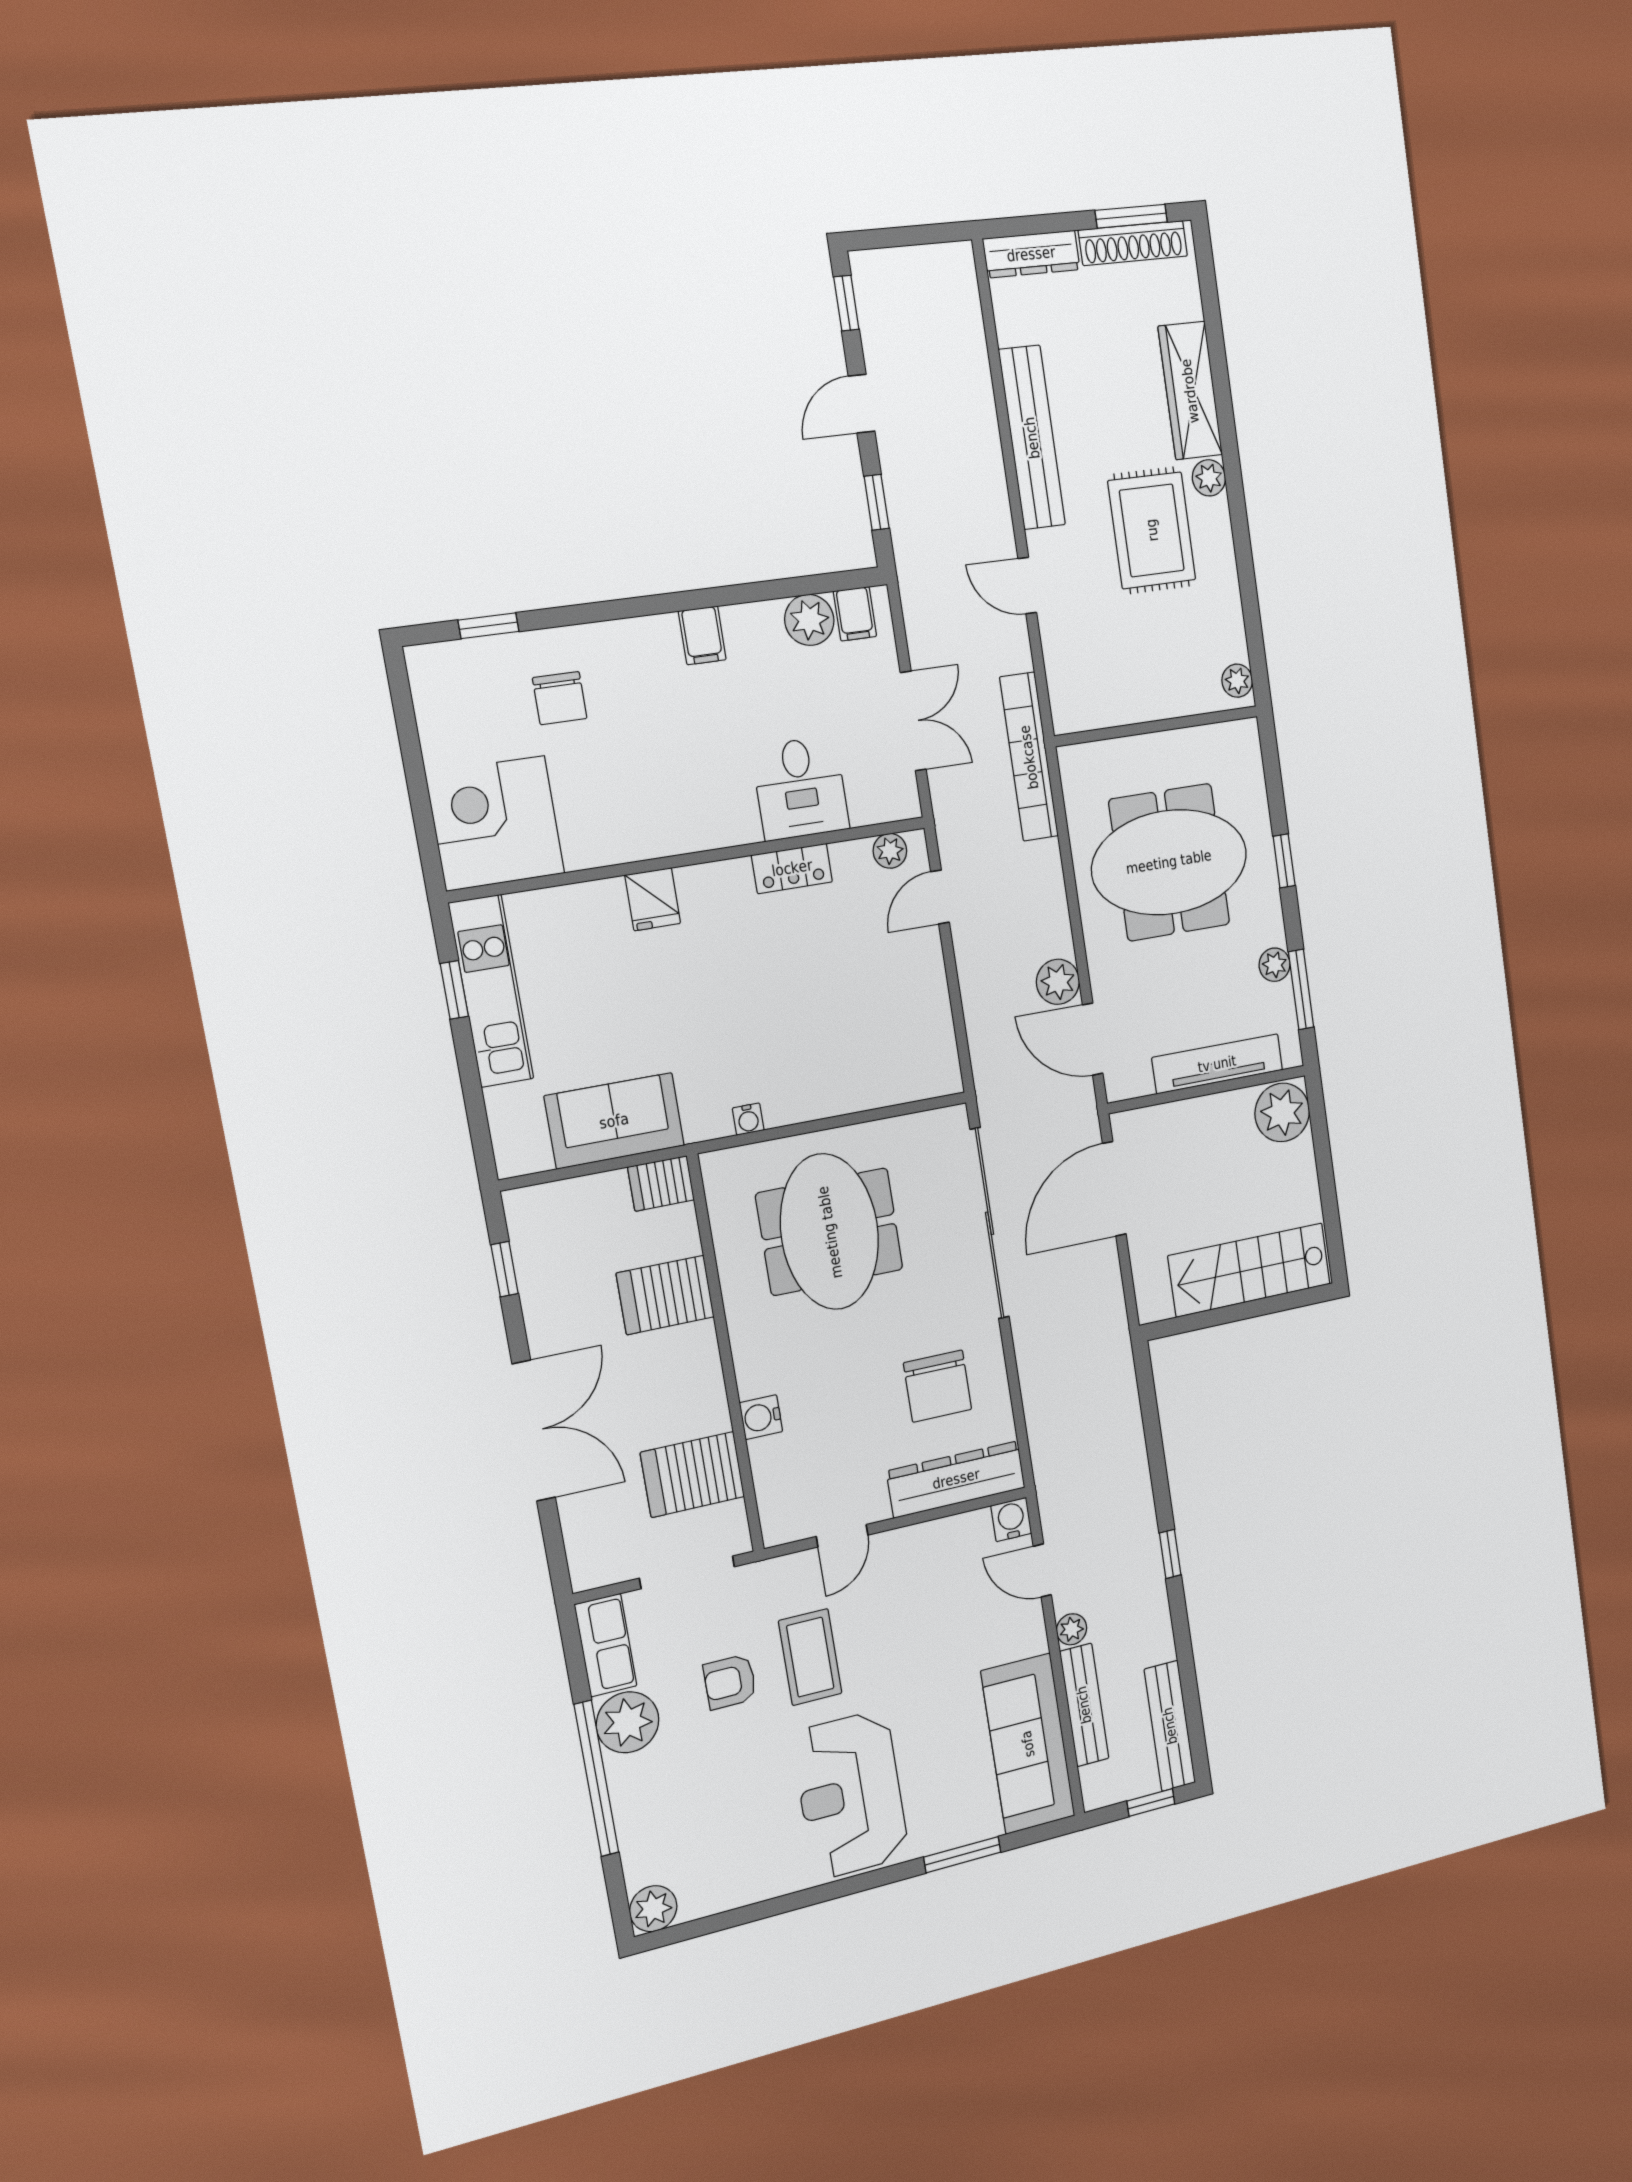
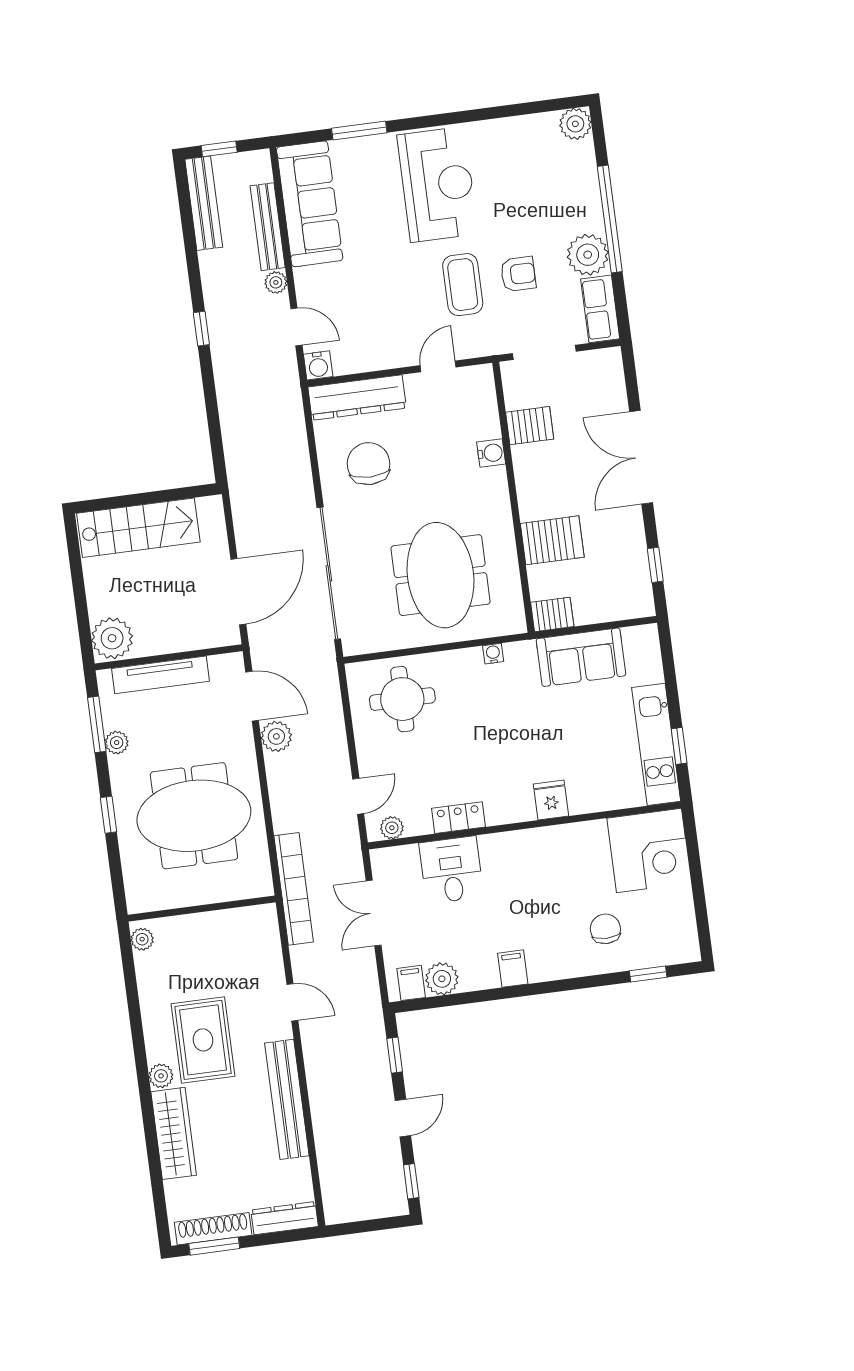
round table: (880, 1045) -> (402, 699), added
server rack: (693, 1475) -> (530, 426), width x0.73, depth x0.70

